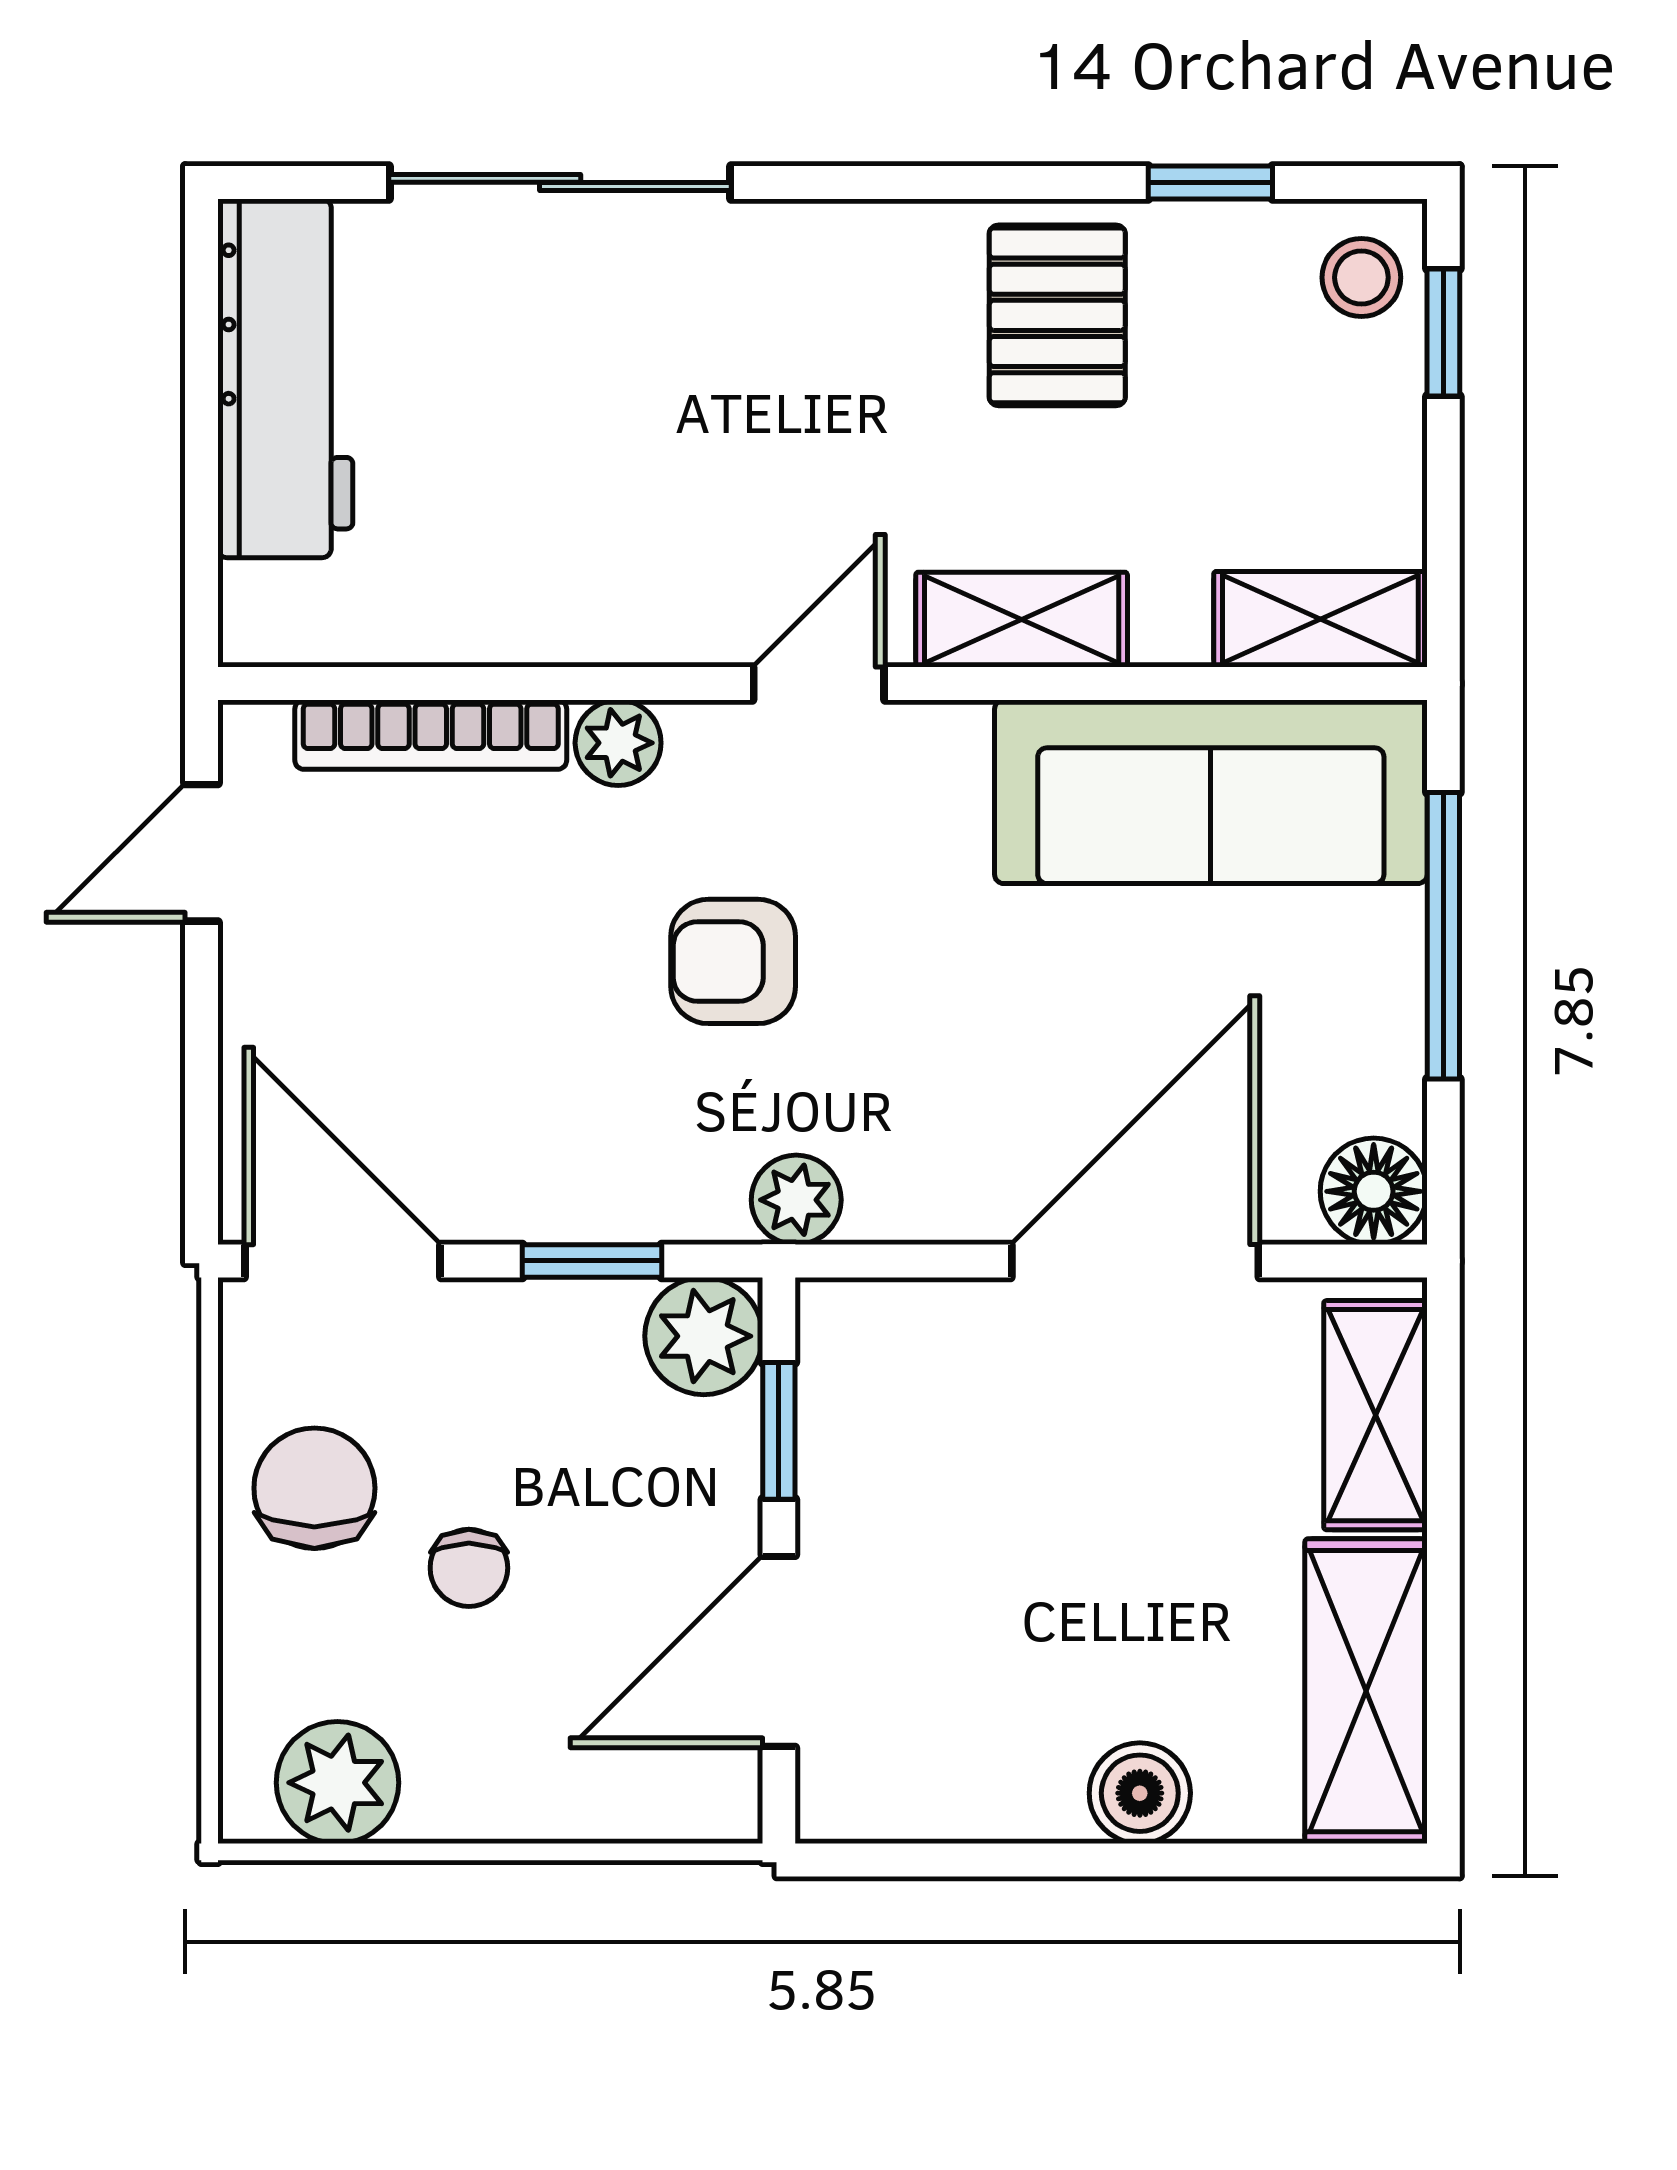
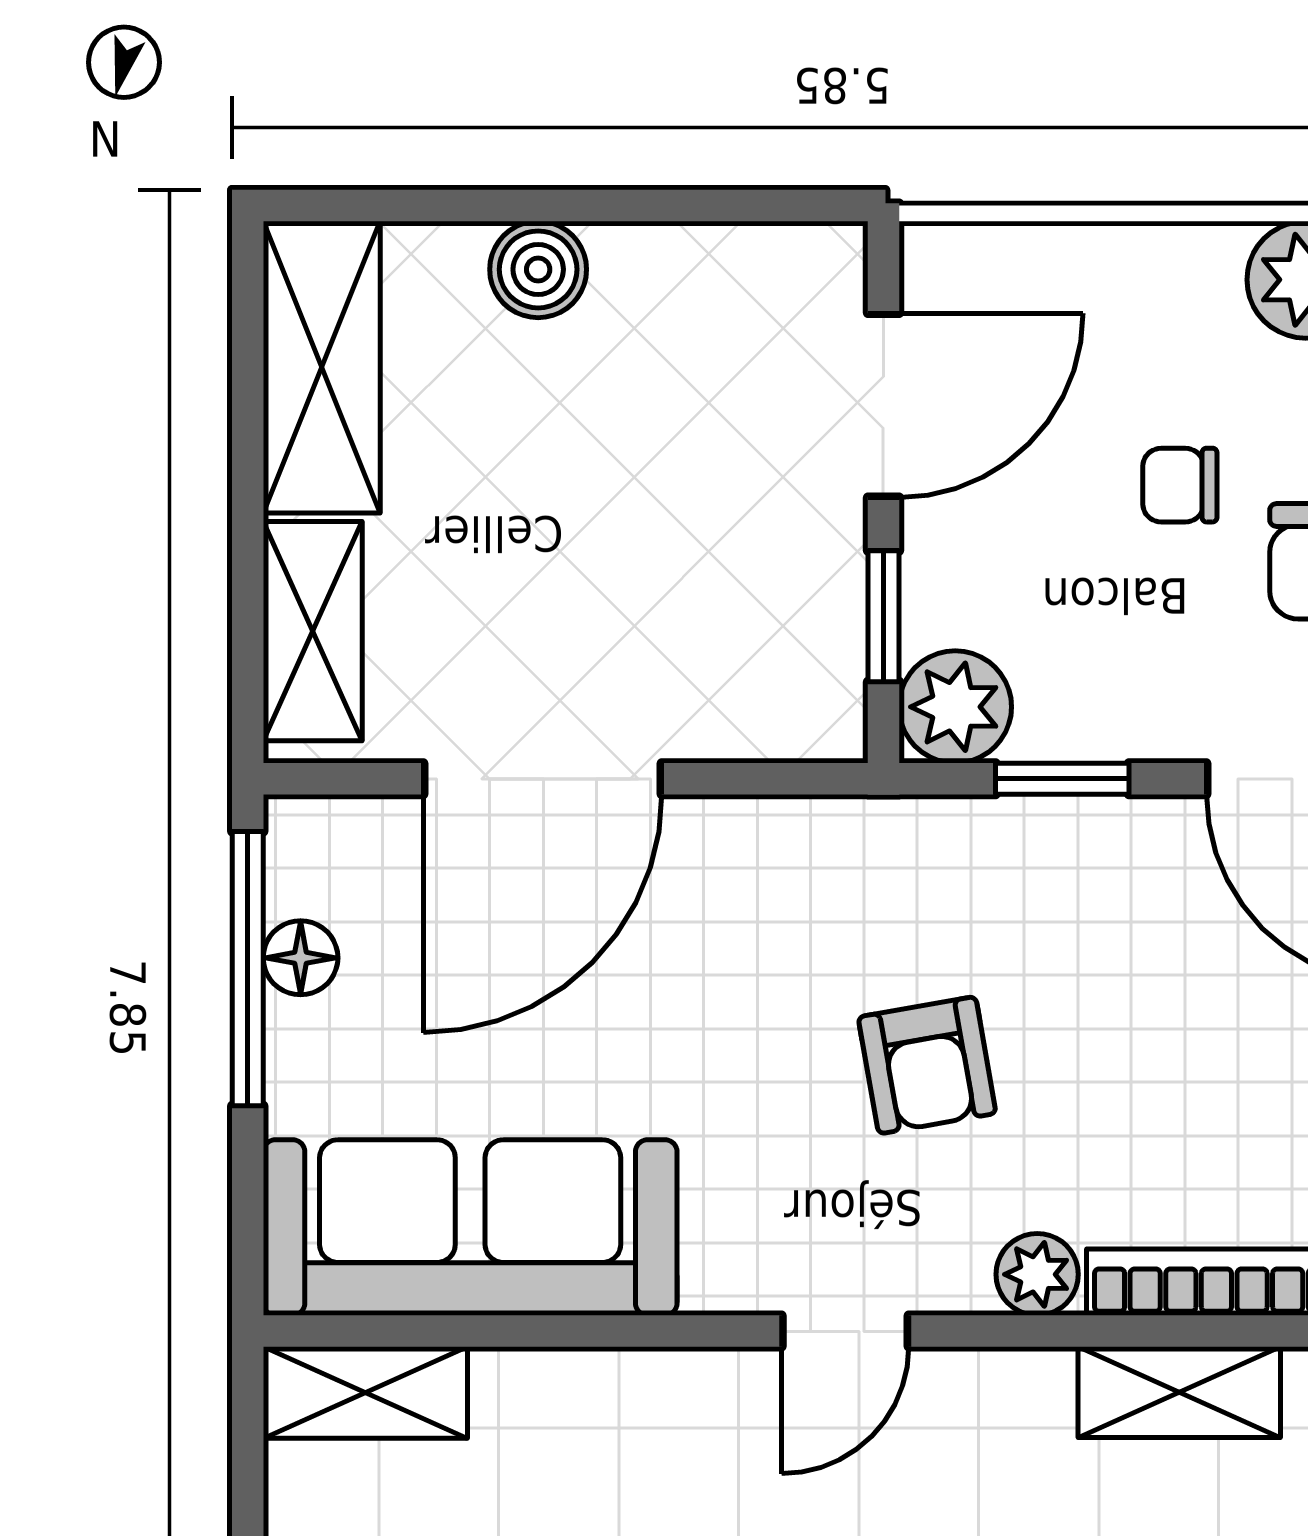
shelving: (1022, 620) -> (1179, 1392), moved
window: (1443, 936) -> (248, 969), moved
armchair: (733, 961) -> (927, 1065), turned 80
floor lamp: (1374, 1191) -> (301, 958), moved, width x0.73, depth x0.73
plant: (796, 1200) -> (867, 837), removed
chair: (469, 1568) -> (1180, 485), turned -90

